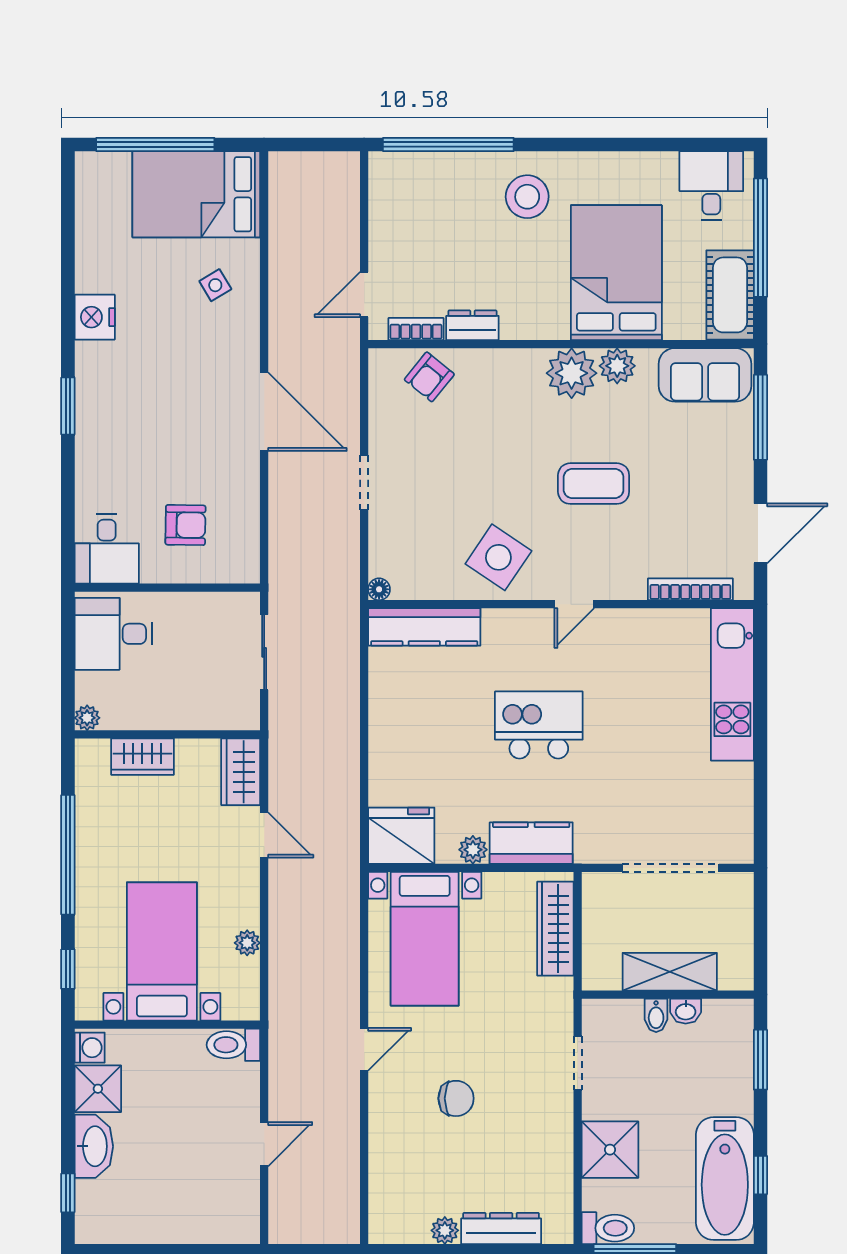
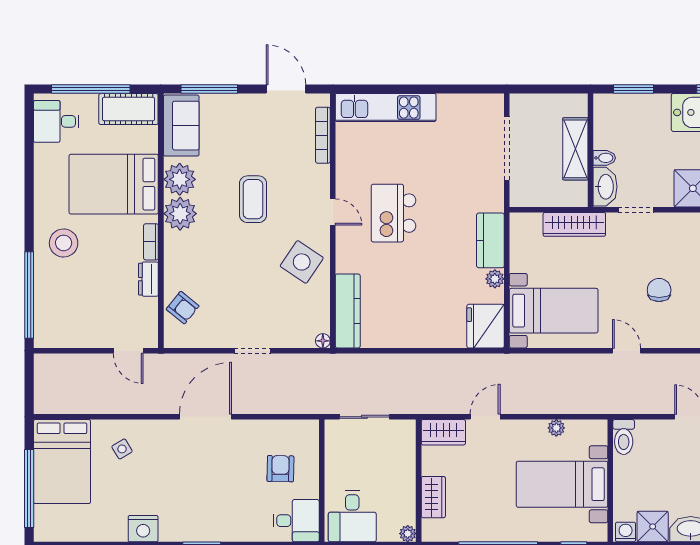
bookcase: (416, 329) -> (151, 242), moved
plant: (617, 366) -> (180, 179), width x1.36, depth x1.36
kitchen island: (539, 725) -> (394, 213), moved
wardrobe: (555, 929) -> (574, 224), moved
washbasin: (686, 1011) -> (605, 187), moved, width x1.91, depth x1.45

